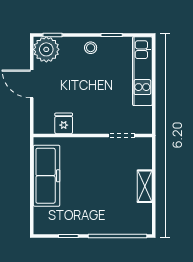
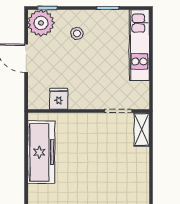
stool: (91, 48) -> (77, 33), moved
shelving: (145, 186) -> (142, 130), moved

